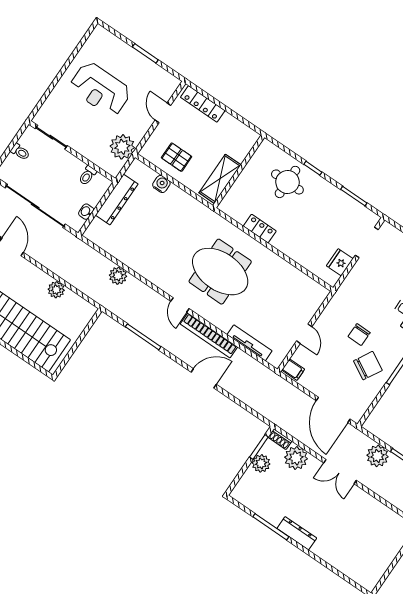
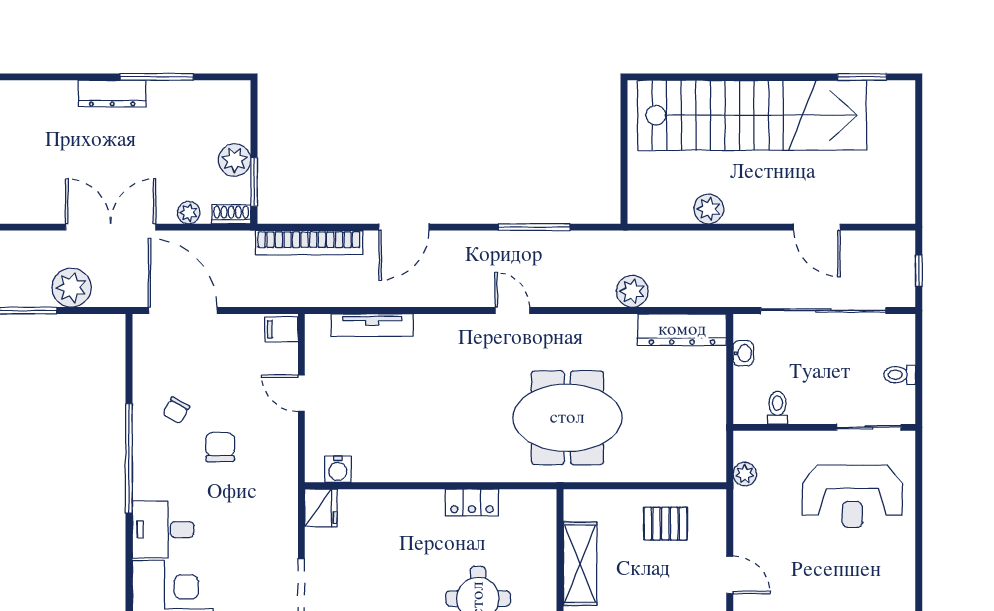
reception desk: (100, 89) -> (852, 496), moved, turned 180
plant: (122, 147) -> (745, 474), width x0.53, depth x0.53
shelving: (220, 179) -> (580, 564), moved
water cooler: (161, 184) -> (338, 469), moved
dresser: (117, 200) -> (682, 330), moved, turned -90
fridge: (340, 262) -> (321, 508), moved
meeting table: (220, 272) -> (567, 418), moved
bookcase: (209, 335) -> (309, 243), moved, turned 180
chair: (368, 366) -> (176, 410), width x0.54, depth x0.54
plant: (296, 458) -> (189, 213), width x0.53, depth x0.53
double door: (340, 472) -> (111, 227), width x1.37

